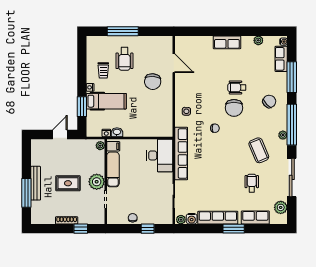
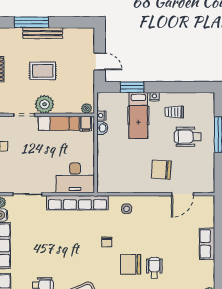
row of seats: (227, 42) -> (207, 244), moved
rug: (68, 183) -> (43, 71), turned 90

